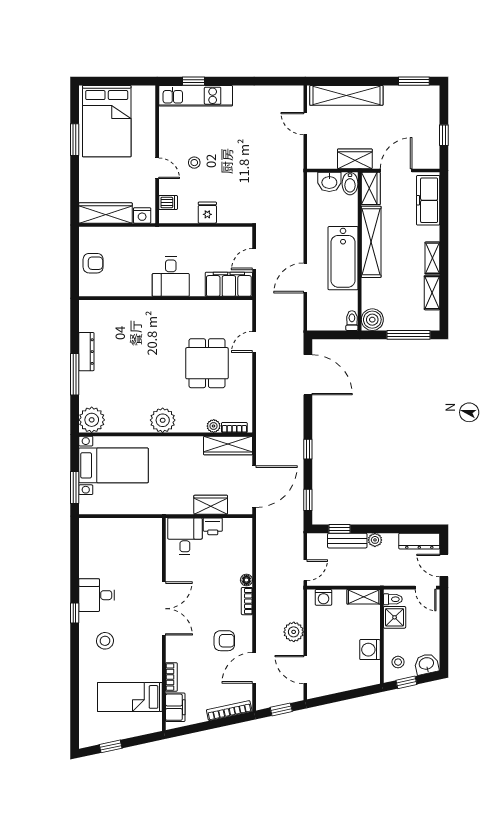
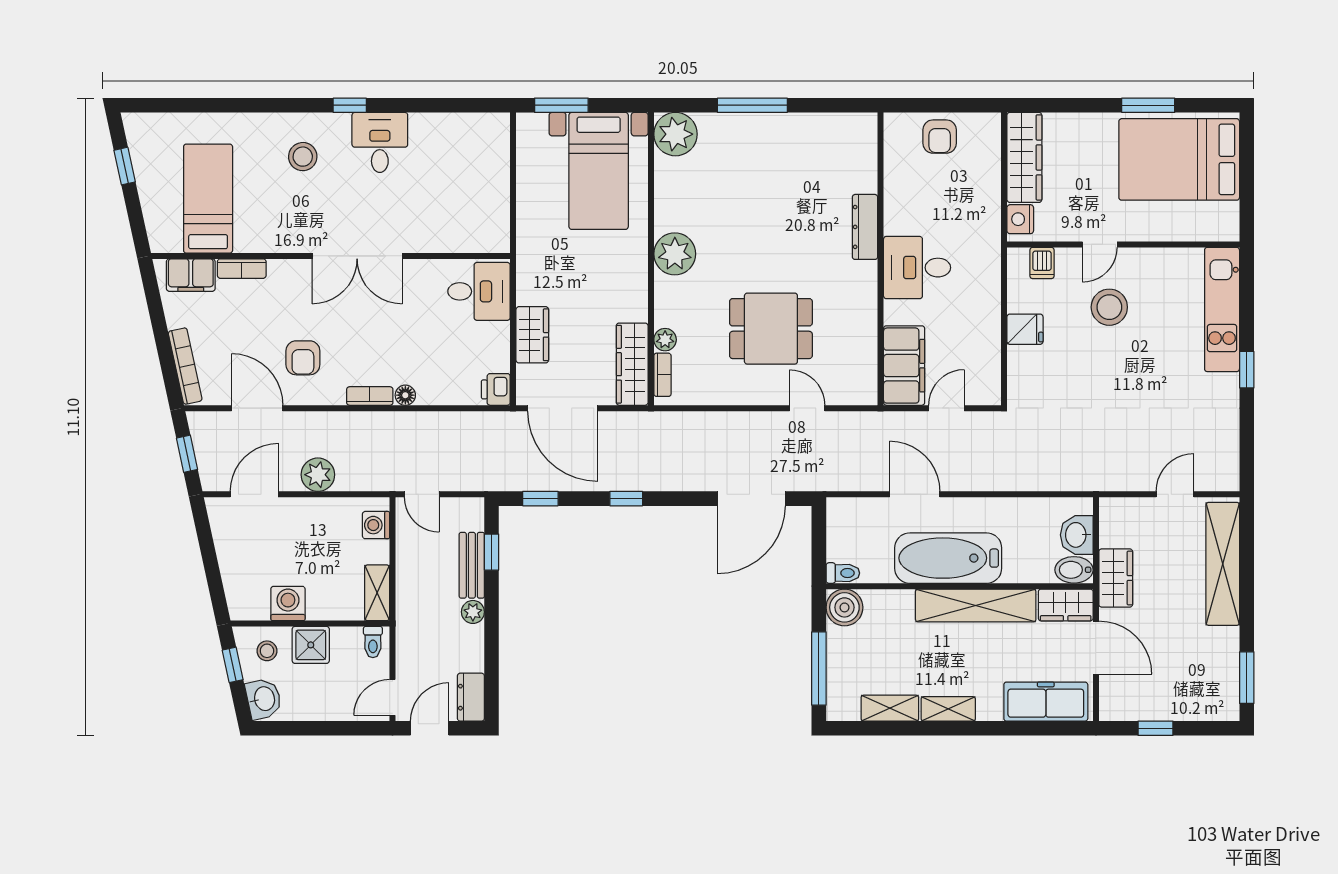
window: (193, 81) -> (1247, 370), moved
stool: (194, 163) -> (1109, 307), width x1.89, depth x1.89
door: (254, 259) -> (946, 408), hinge flipped
dresser: (86, 352) -> (865, 227), moved, turned 90
printer: (213, 526) -> (496, 389), moved
dresser: (419, 541) -> (471, 697), width x0.70
shower: (395, 617) -> (311, 645), moved

